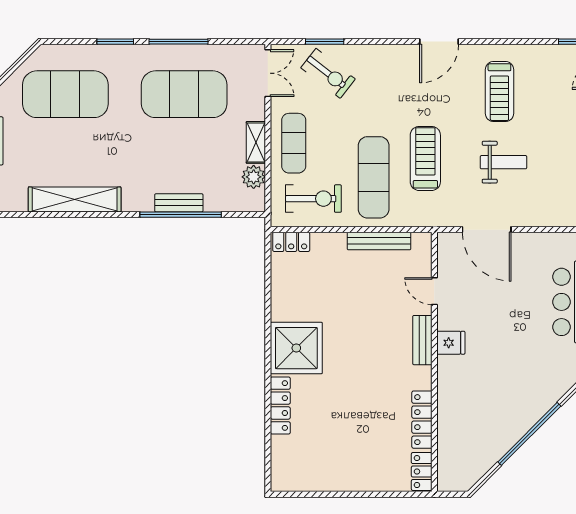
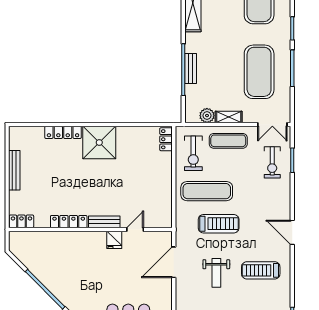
exercise bike: (328, 73) -> (272, 162), turned -38
bench: (379, 241) -> (14, 170), moved
fridge: (451, 343) -> (114, 240), moved
locker: (422, 420) -> (69, 222), moved

